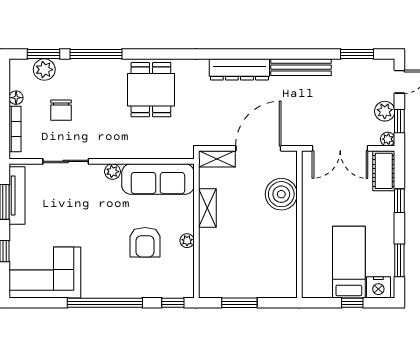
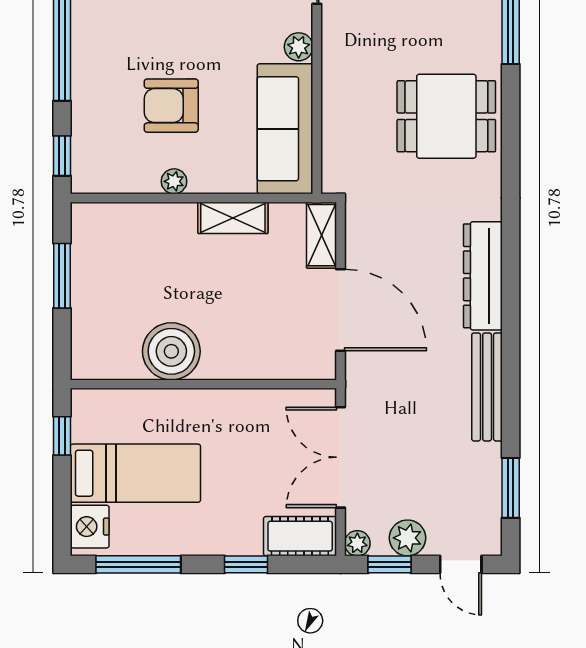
boiler: (281, 194) -> (171, 351), moved
window: (399, 260) -> (138, 564), width x1.44
window: (352, 303) -> (62, 436), moved

